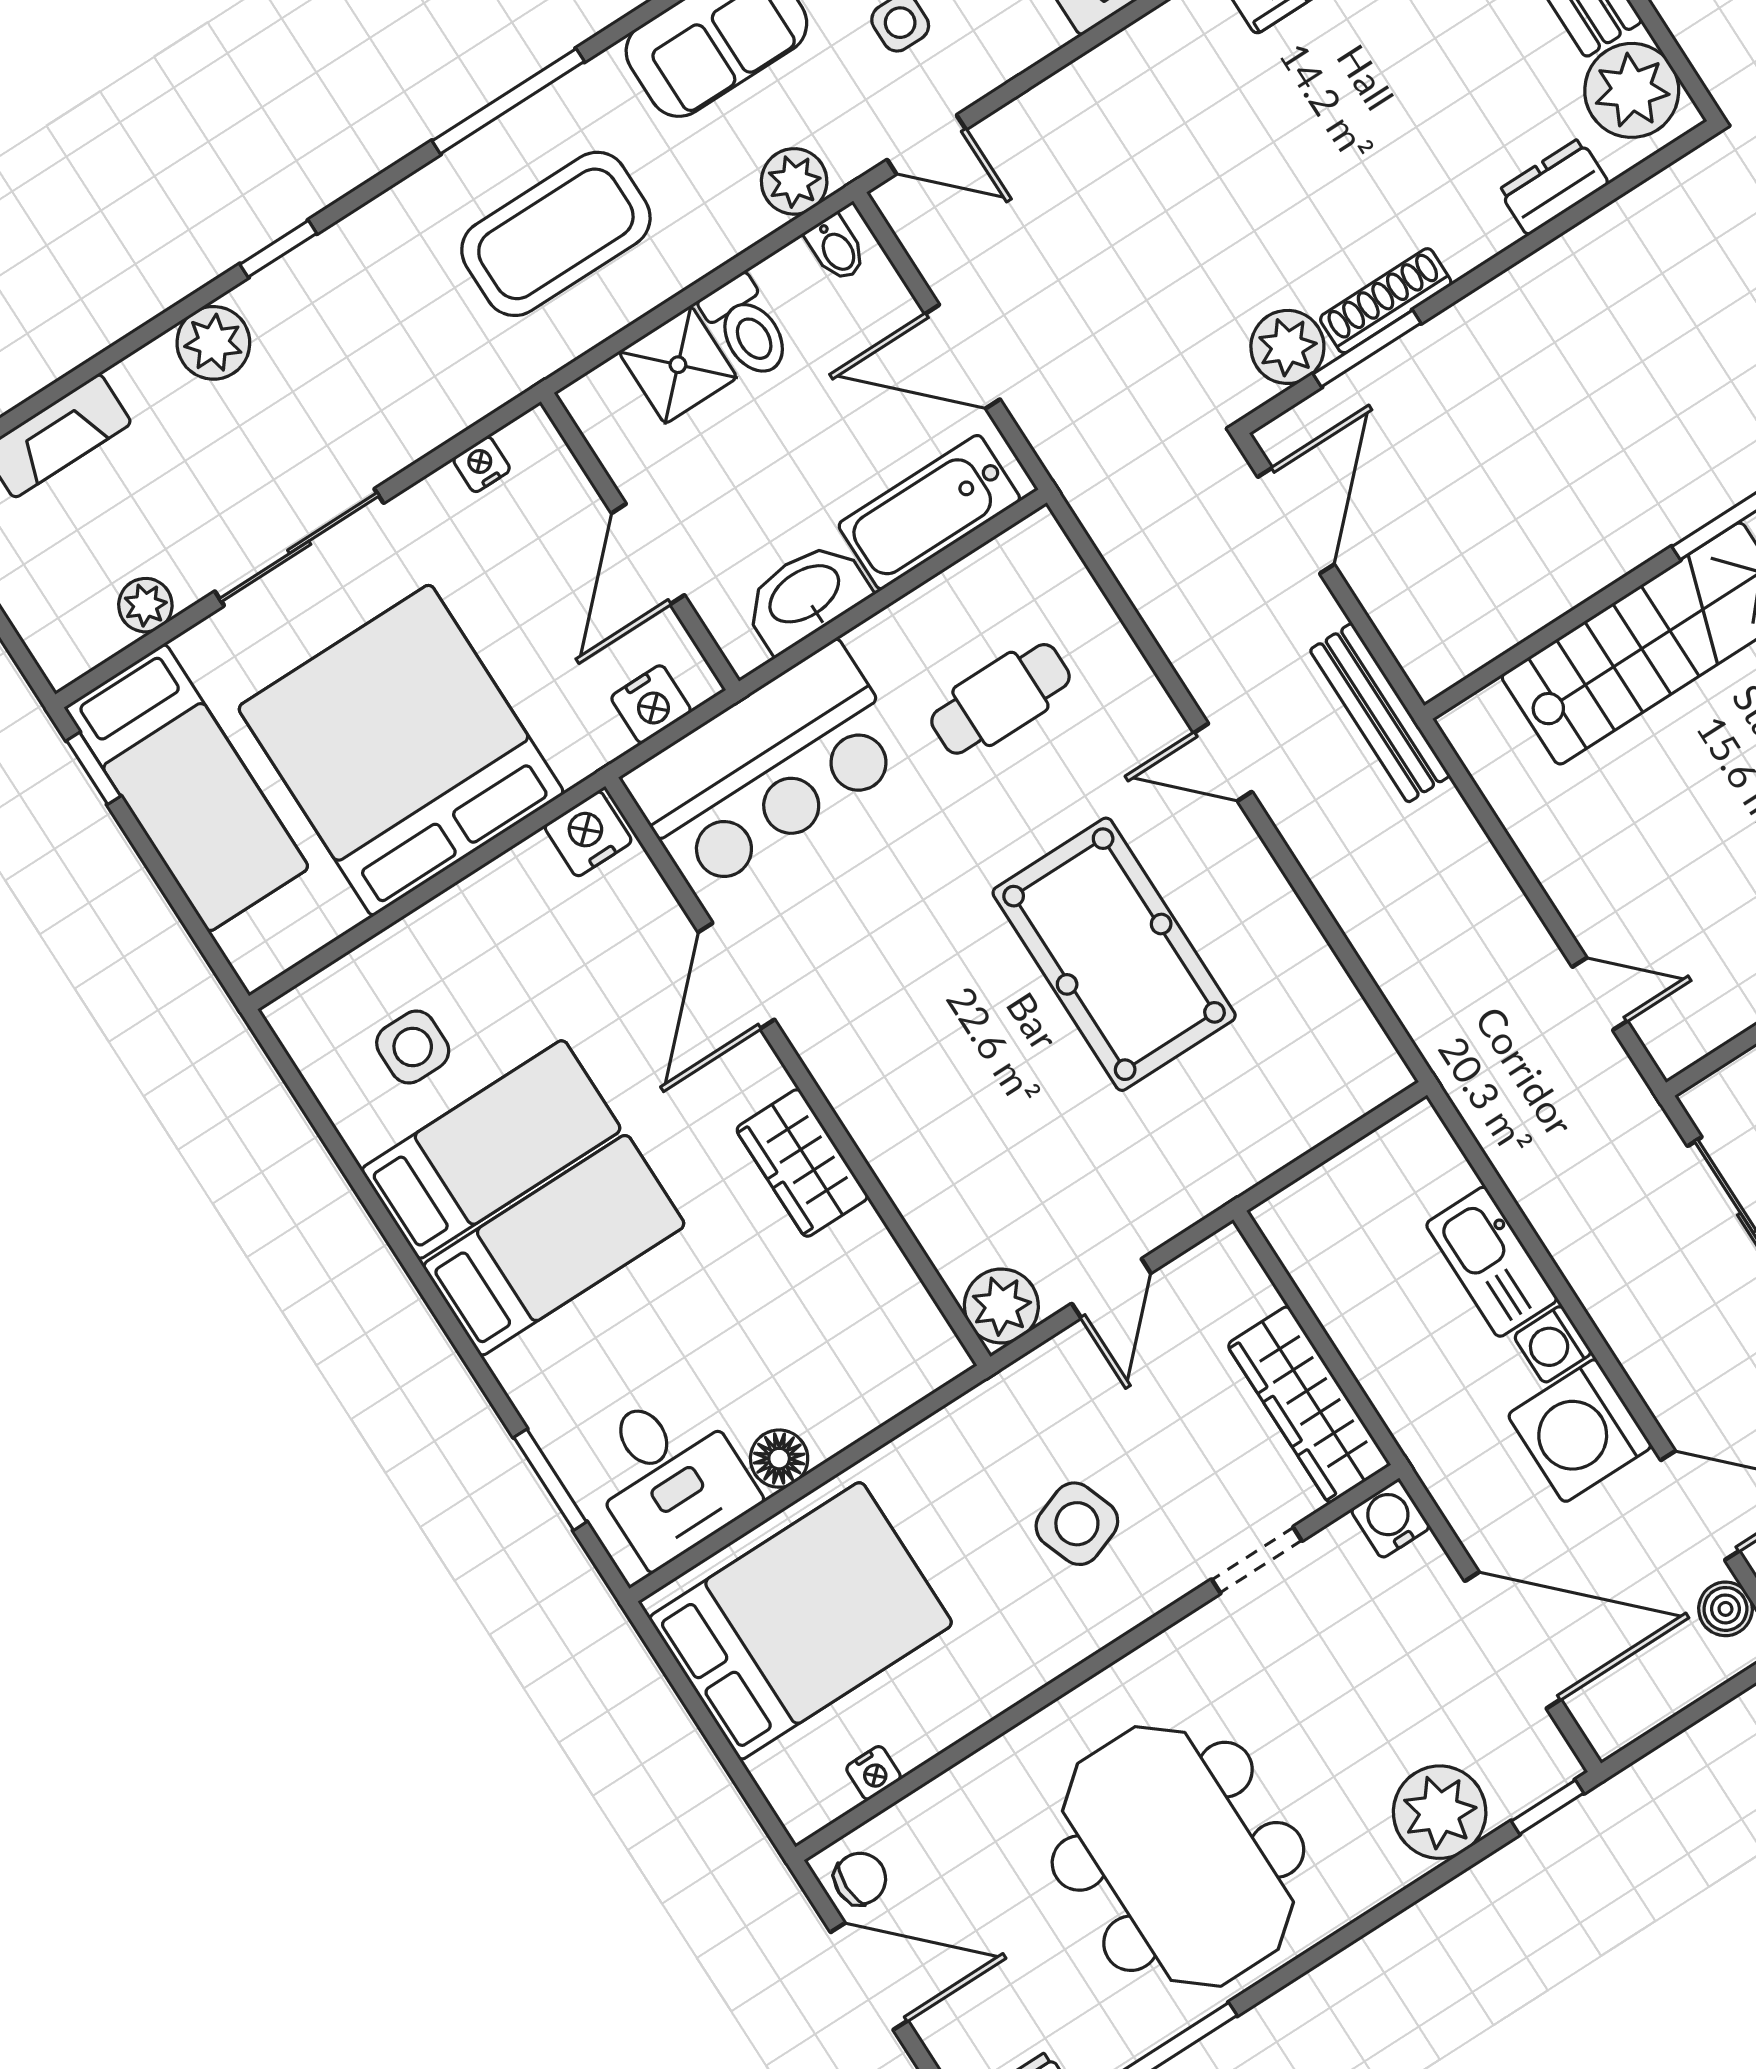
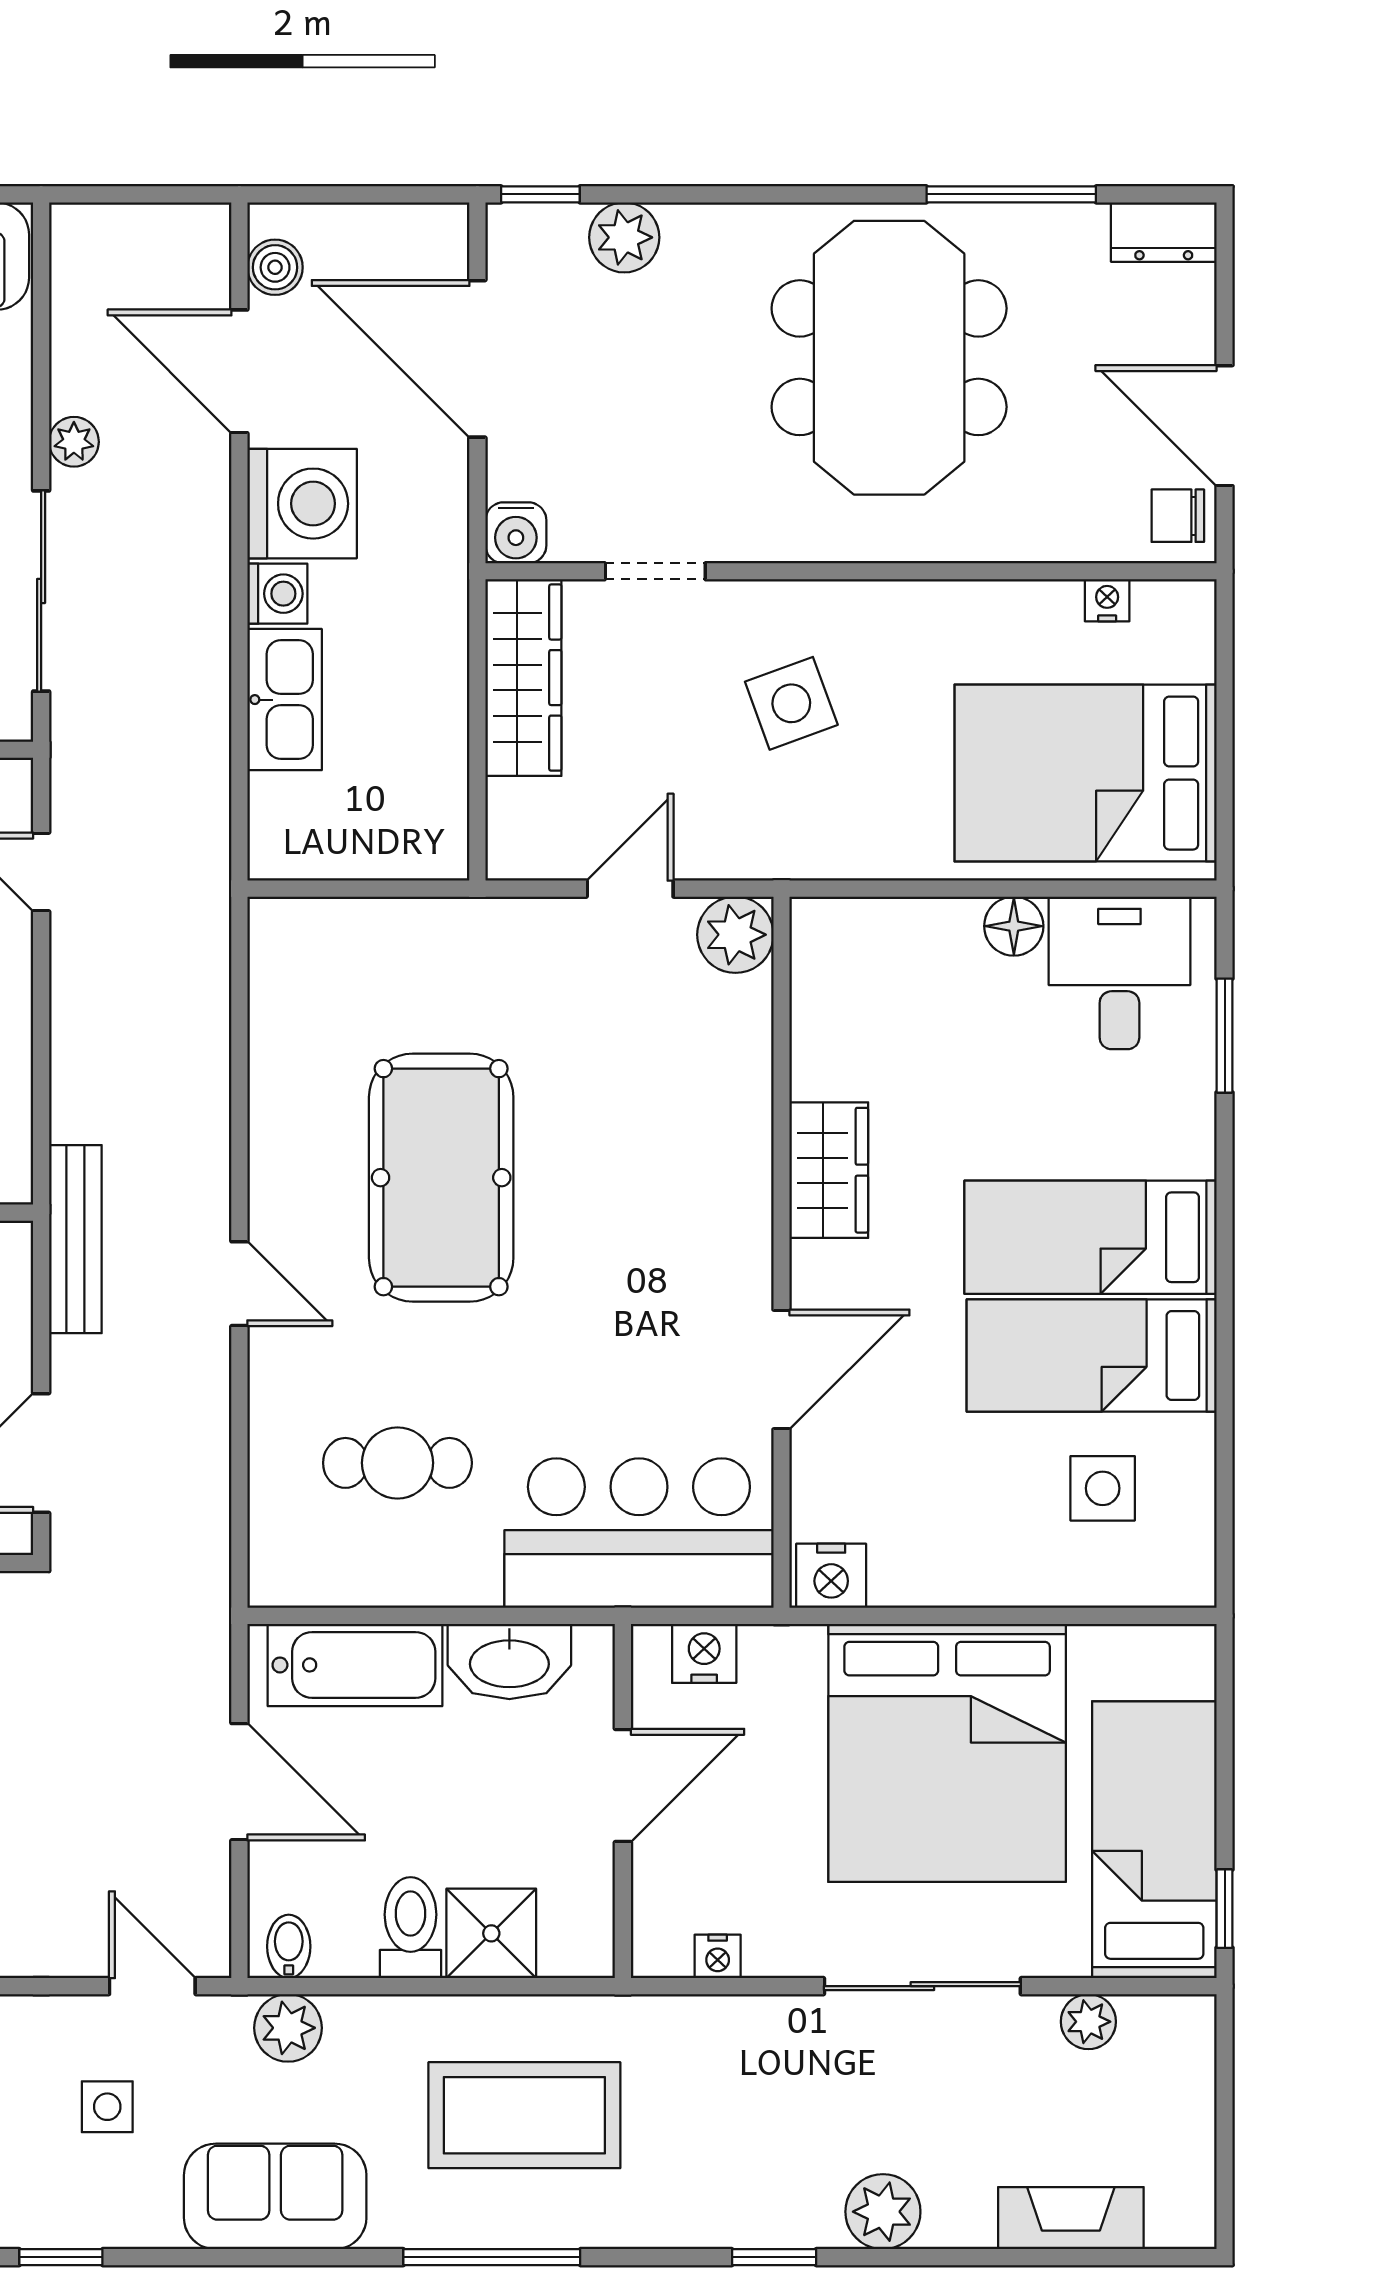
plant: (1440, 1812) -> (624, 237), width x0.73, depth x0.73

